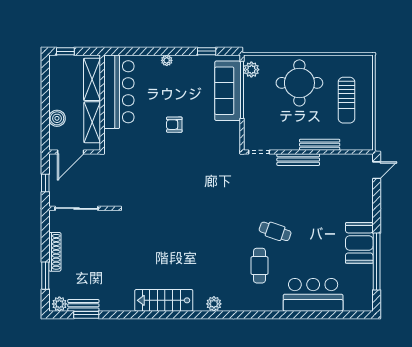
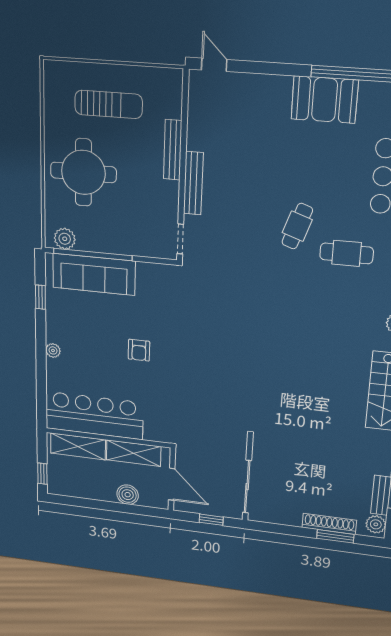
shoe rack: (55, 252) -> (329, 524), moved

